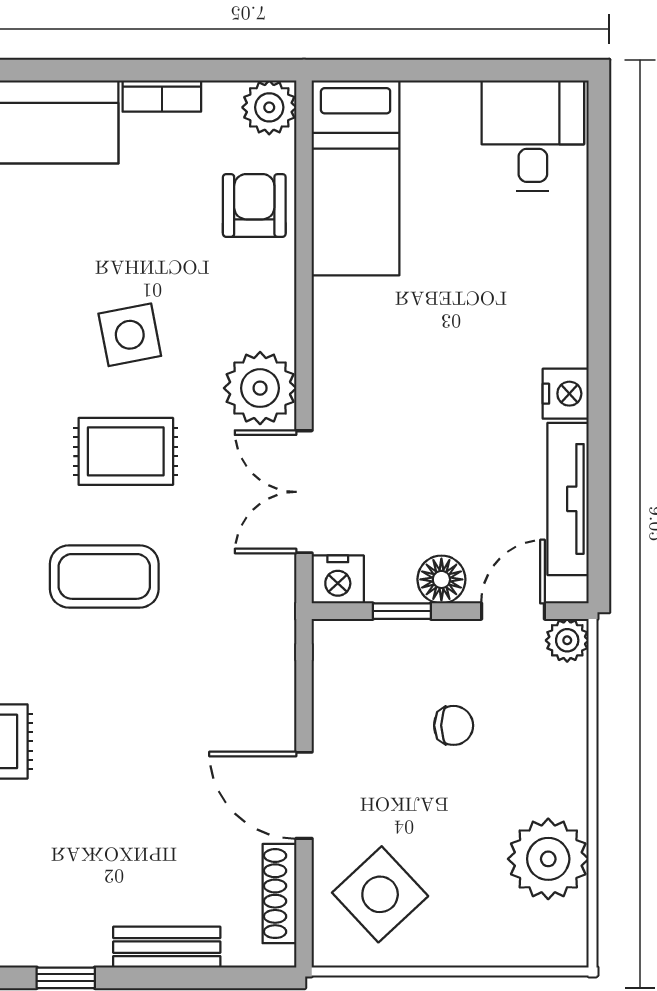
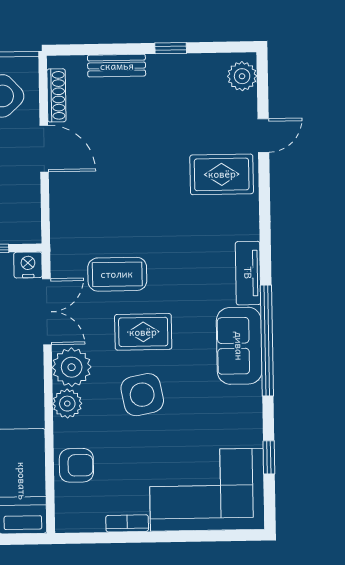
plant: (269, 107) -> (67, 404), moved
armchair: (254, 205) -> (76, 465), turned -90
side table: (130, 335) -> (142, 395), width x1.37, depth x1.37
coffee table: (104, 576) -> (117, 274), moved

